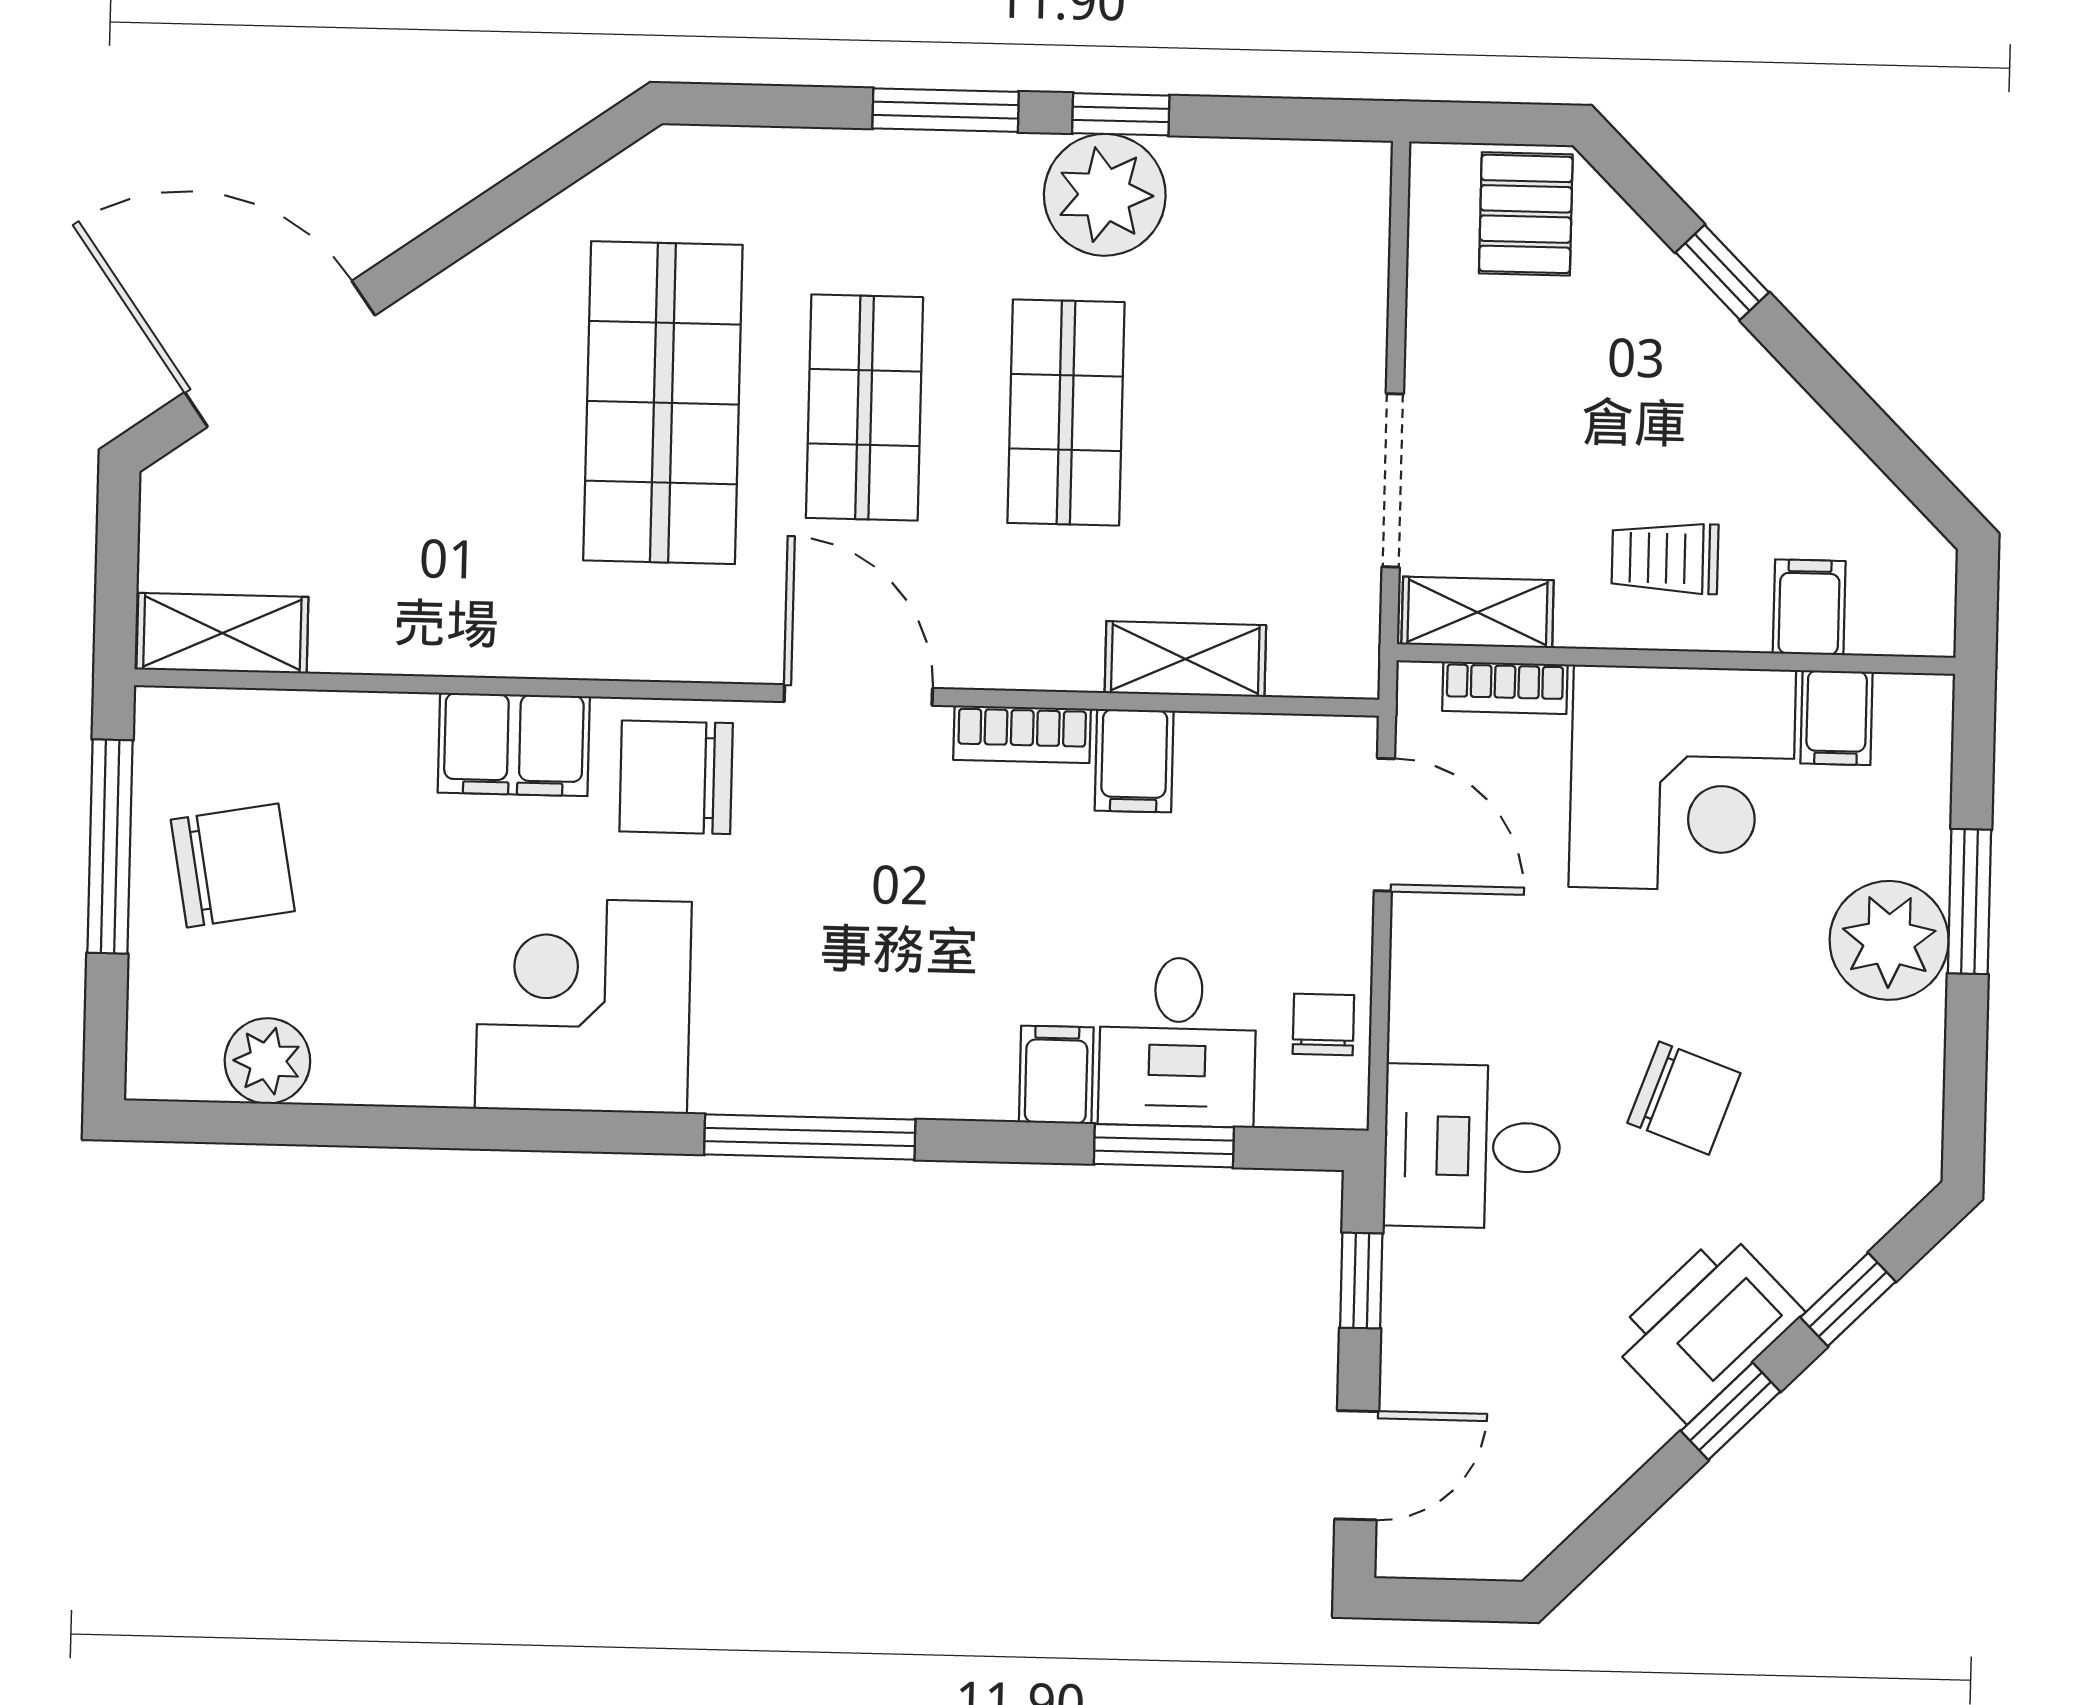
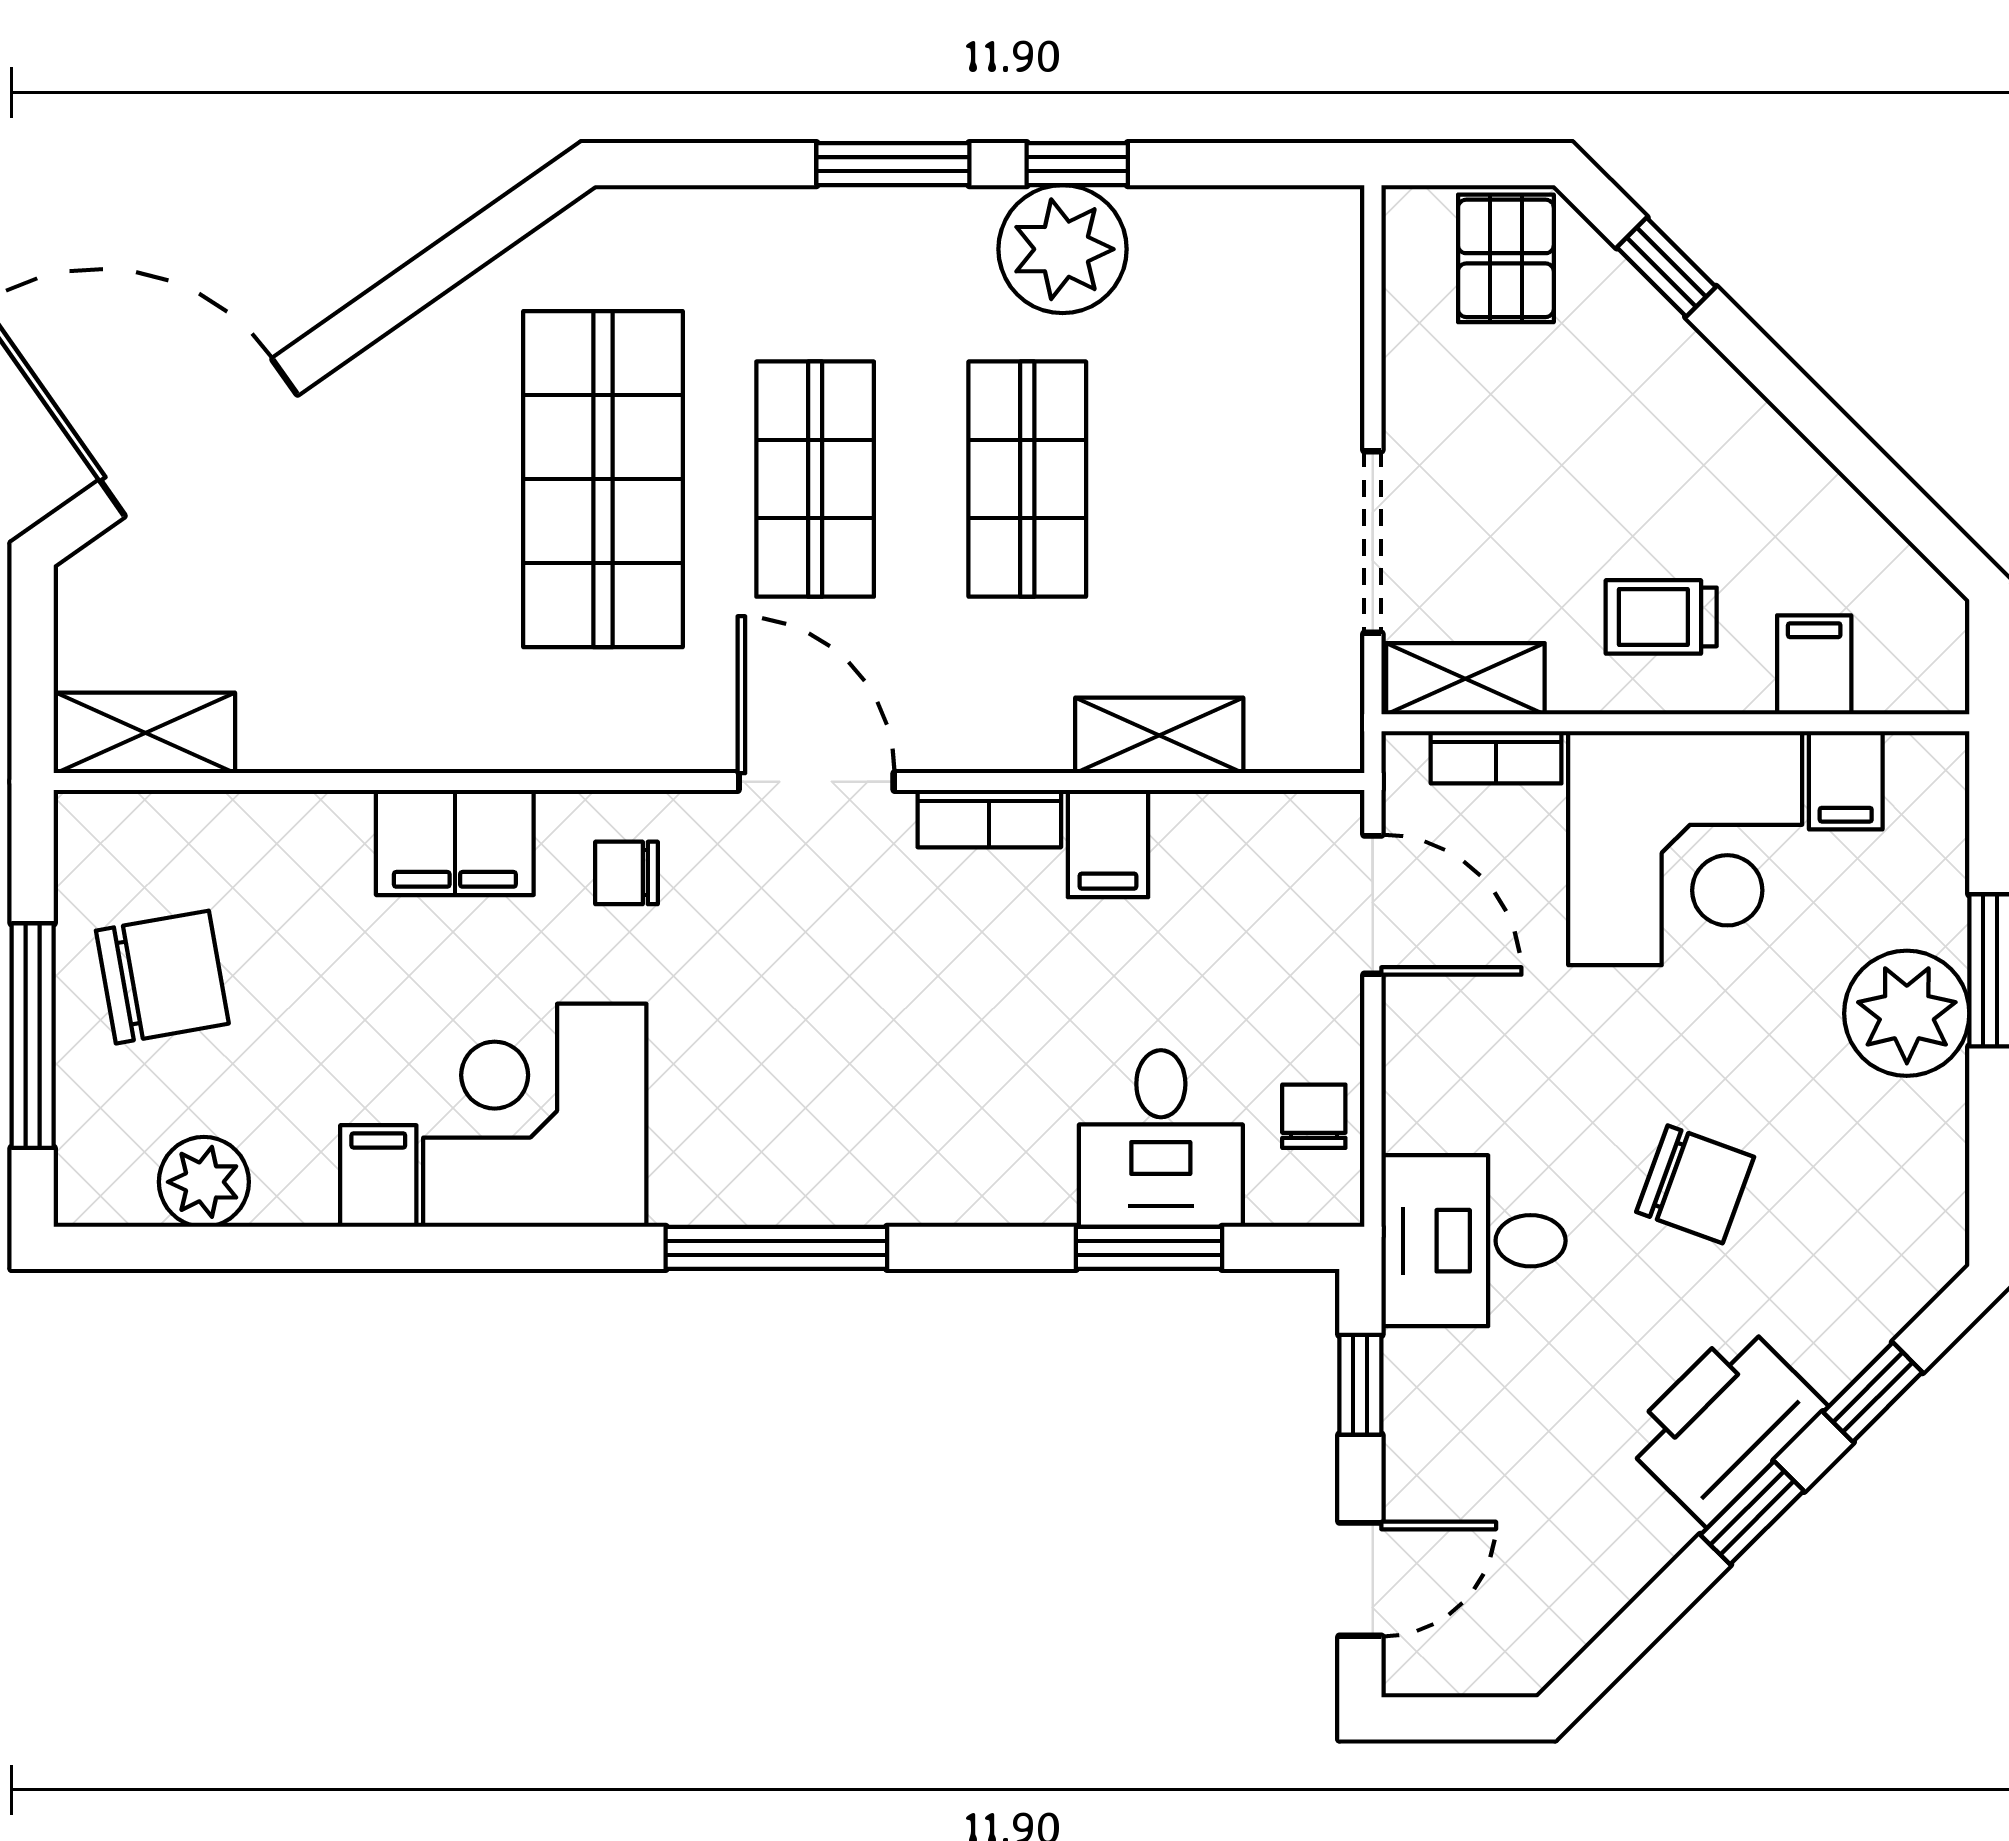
window: (1722, 272) -> (1666, 267), moved
chair: (676, 777) -> (627, 873), width x0.54, depth x0.54
window: (110, 847) -> (33, 1036), moved
filing cabinet: (1056, 1075) -> (378, 1176), moved

